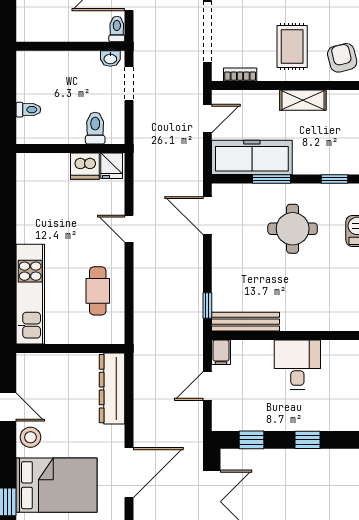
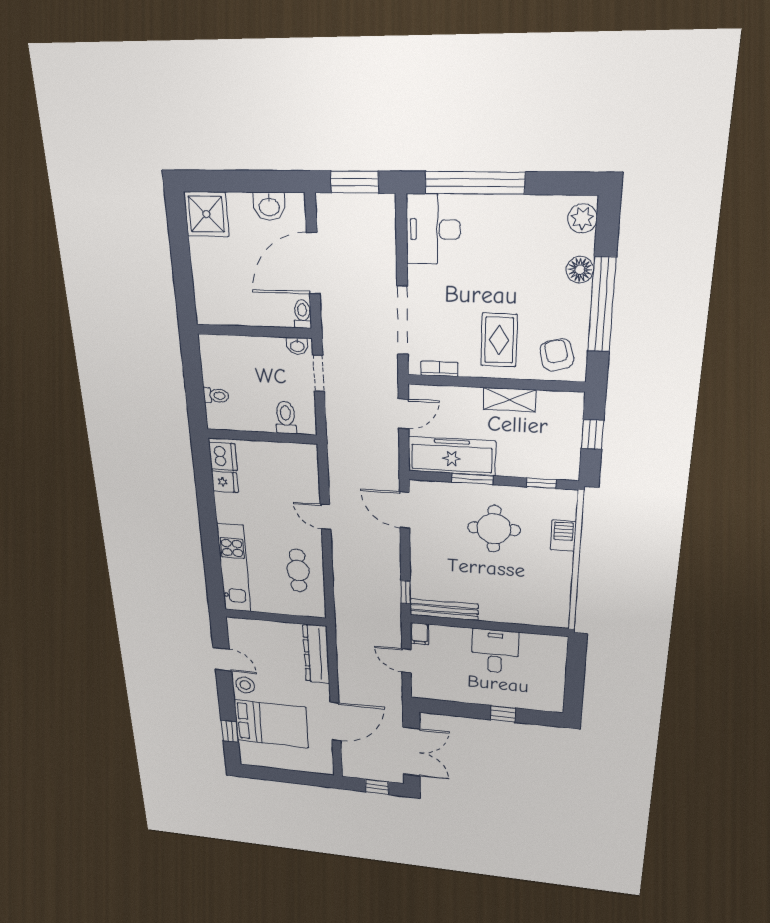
dishwasher: (85, 166) -> (223, 457), moved, turned -90
fridge: (112, 166) -> (225, 482), moved, turned -90
door: (207, 386) -> (406, 661), hinge flipped
window: (252, 440) -> (449, 708), removed

